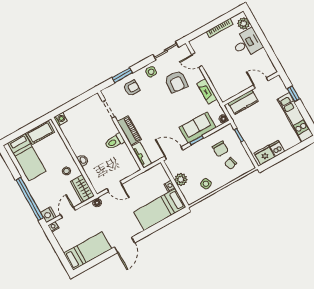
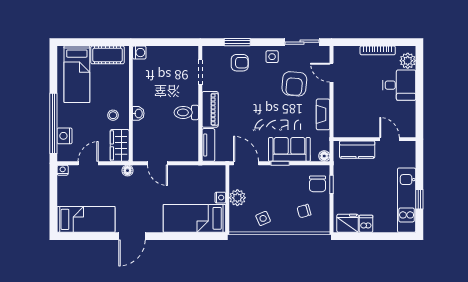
window: (293, 94) -> (419, 199), moved
chair: (220, 149) -> (318, 184), moved
nightstand: (48, 215) -> (65, 136), moved

